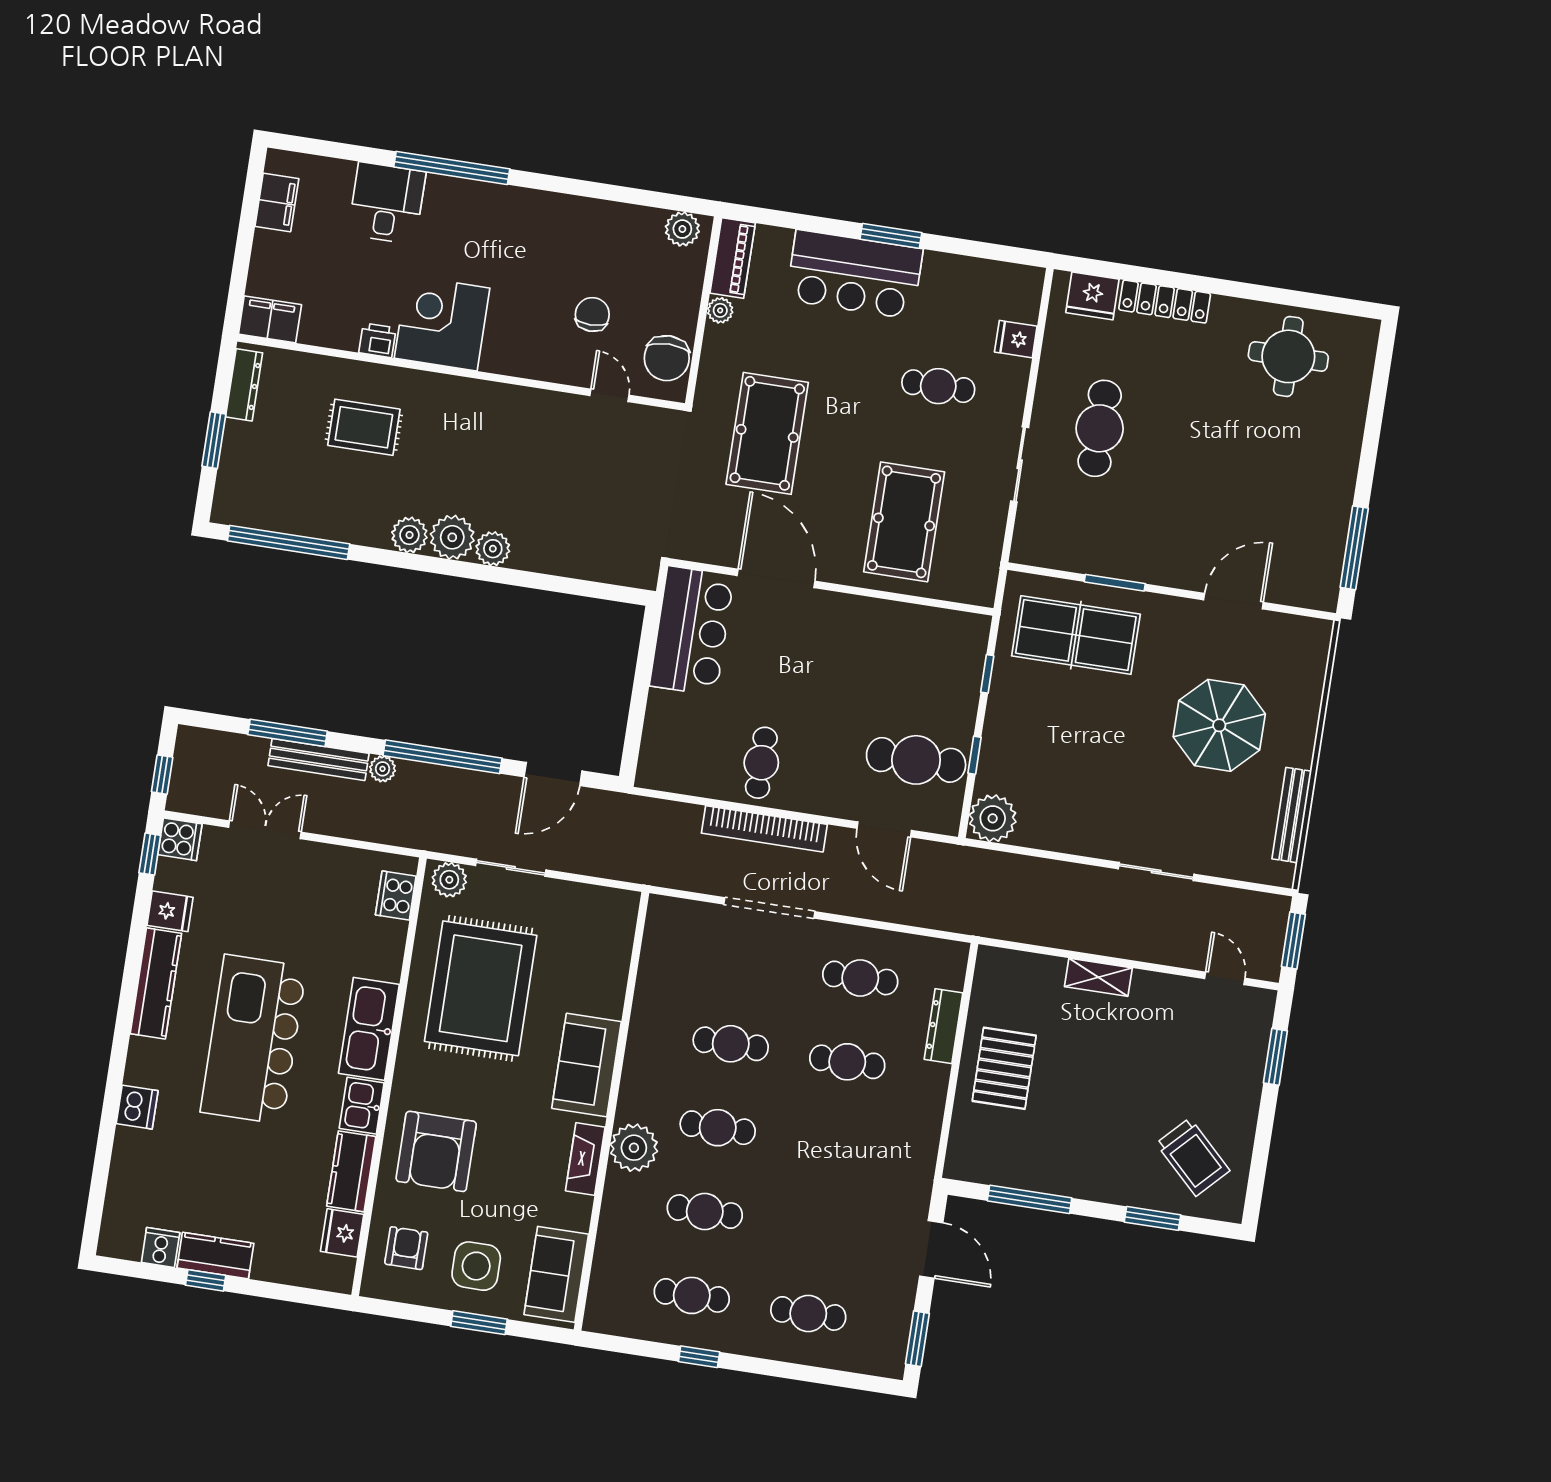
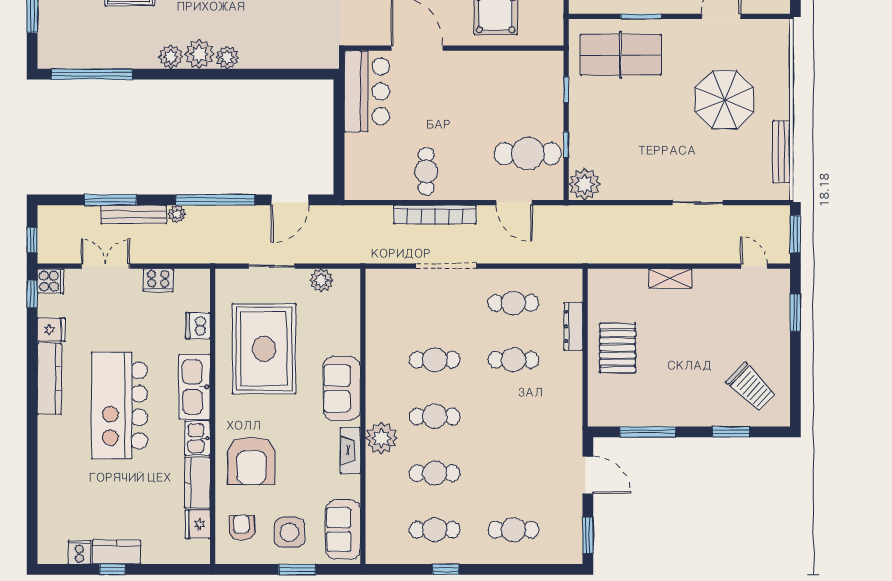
plant: (449, 880) -> (321, 280), moved
cooker: (396, 896) -> (158, 280), moved, turned -90
dishwasher: (137, 1107) -> (198, 326), moved, turned 180

